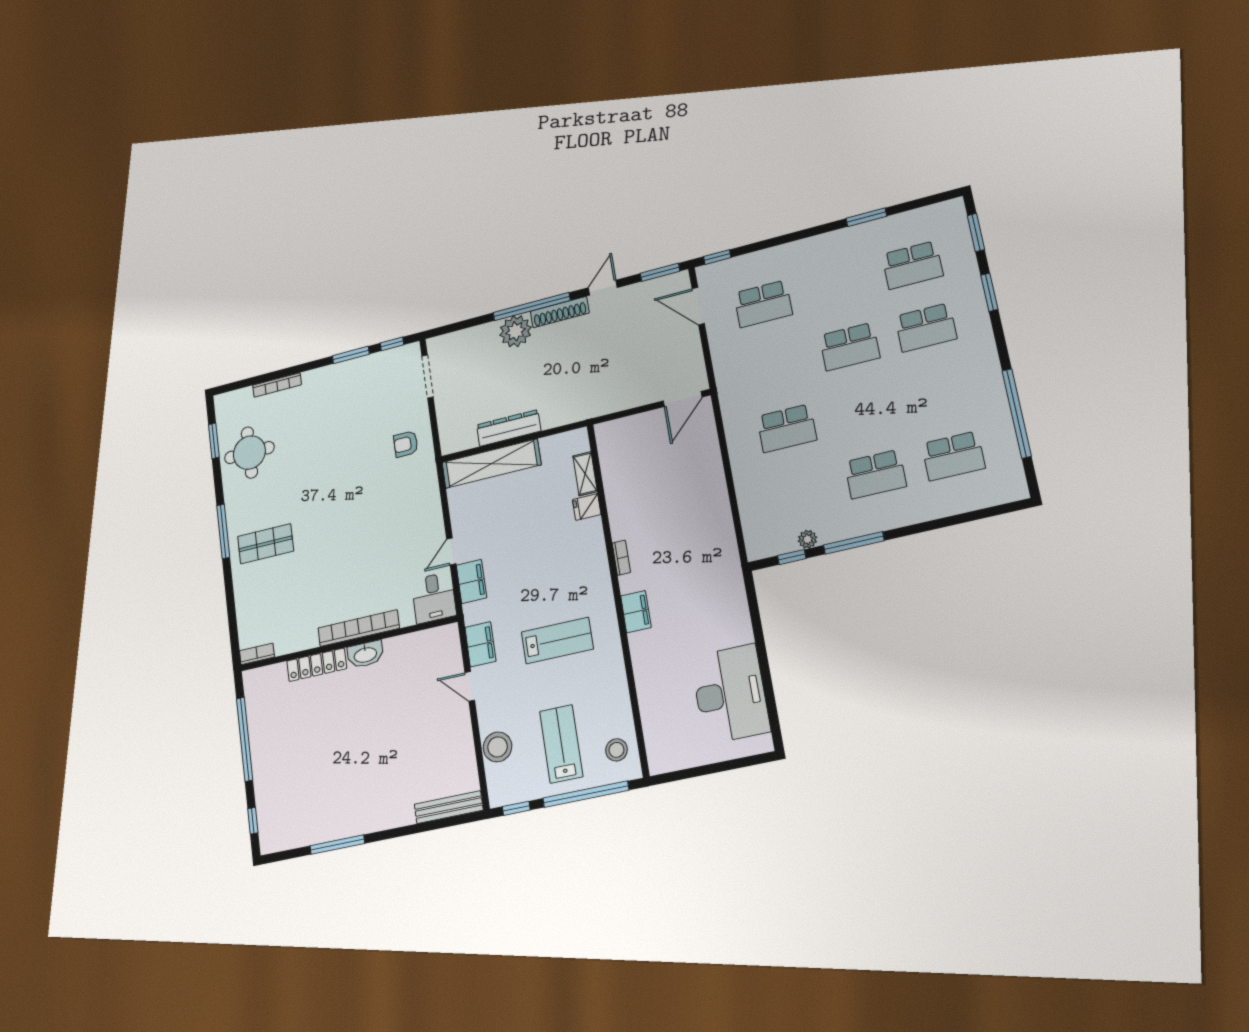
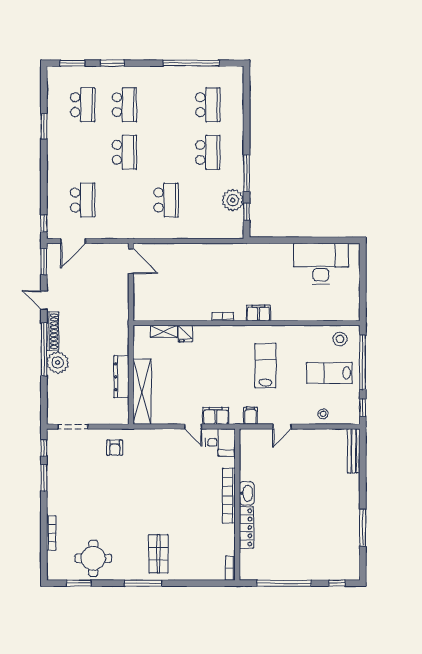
plant: (808, 539) -> (233, 200), width x1.87, depth x1.87
filing cabinet: (480, 644) -> (250, 416), width x0.50
stool: (498, 747) -> (323, 414), width x0.53, depth x0.53

